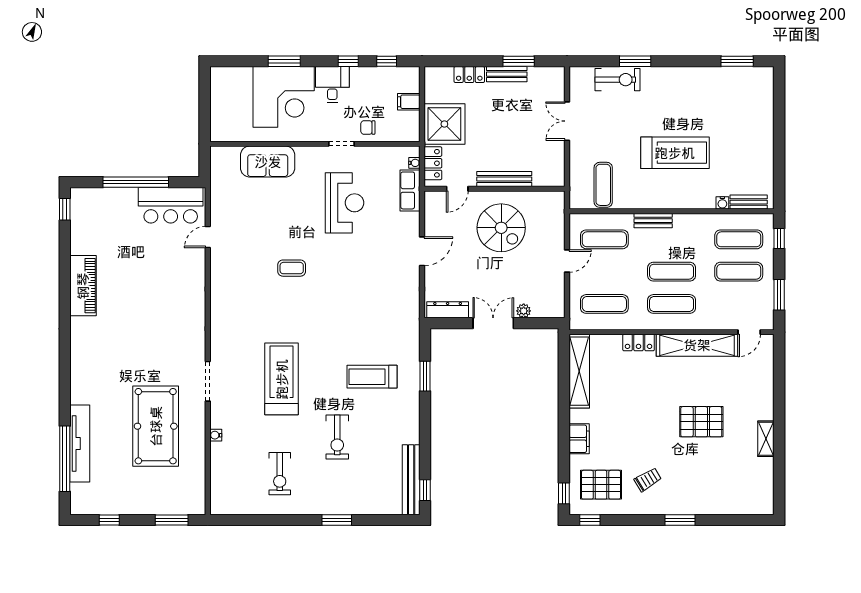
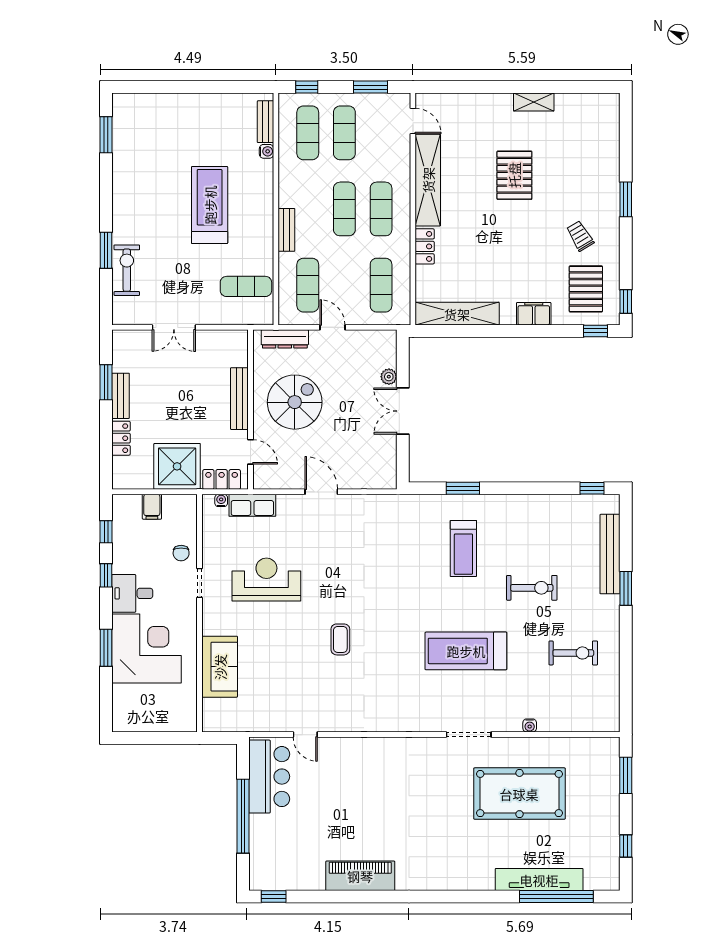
dresser: (448, 310) -> (285, 339), moved, turned -90
bench: (411, 480) -> (610, 554), moved, turned 90

